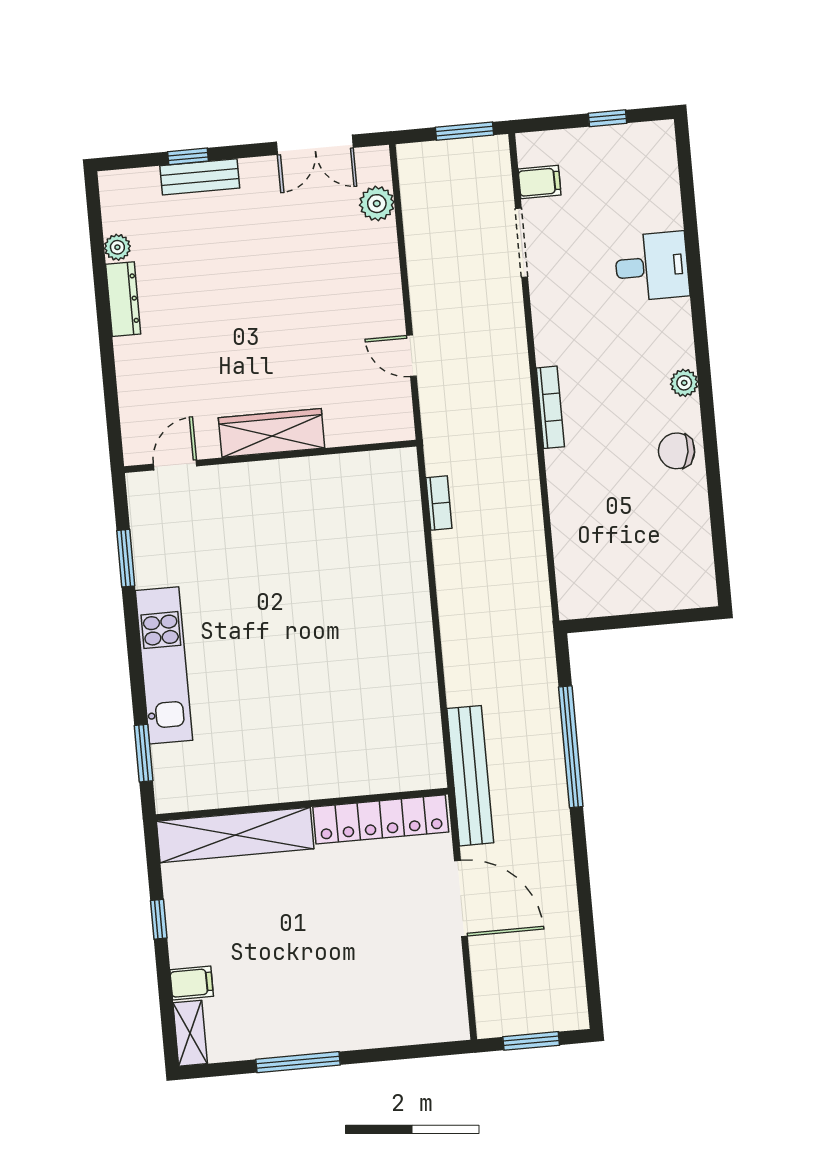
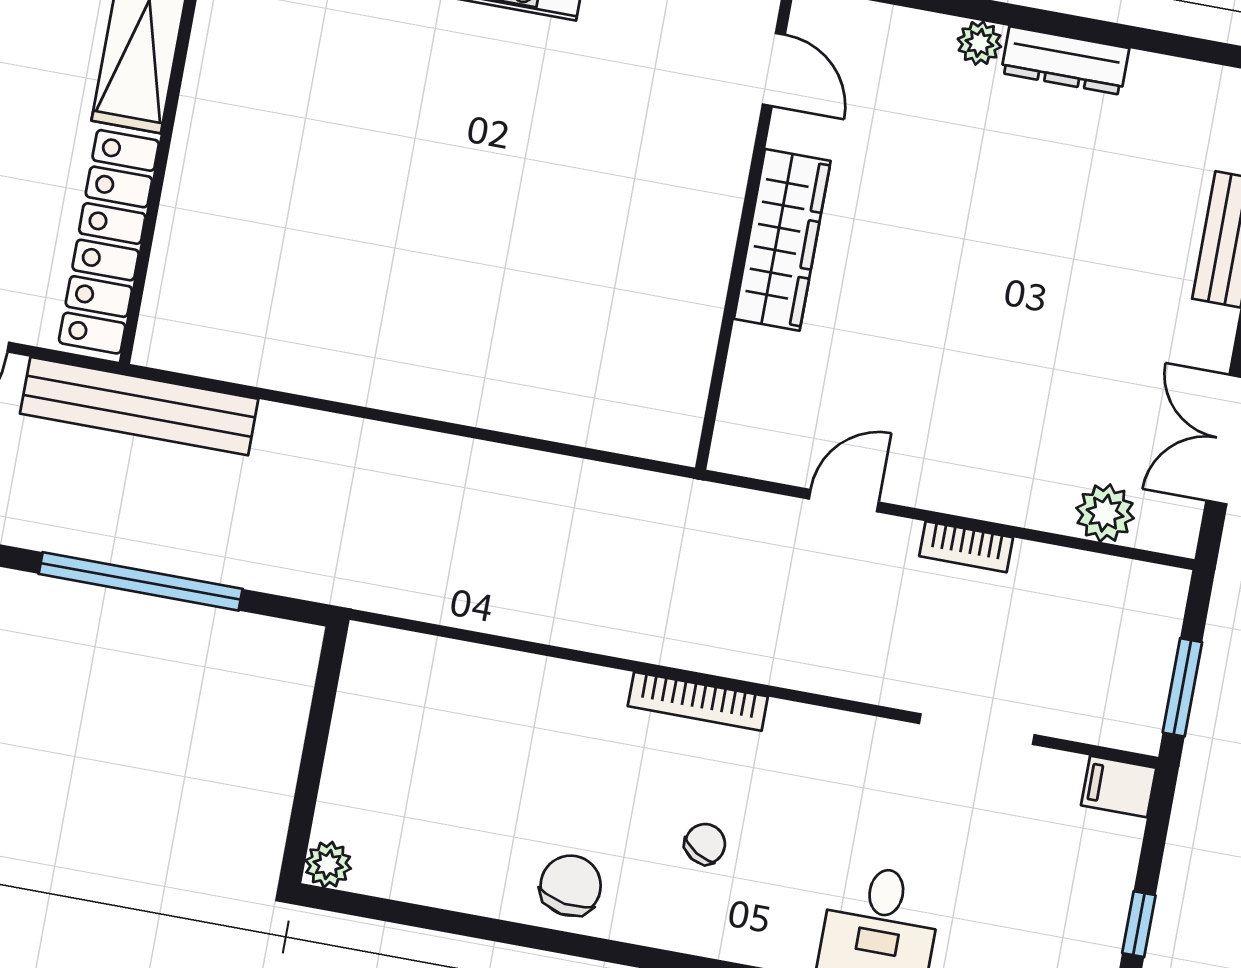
filing cabinet: (540, 182) -> (1119, 787), moved, turned 90
plant: (117, 247) -> (979, 43), moved
chair: (631, 380) -> (705, 844), added
plant: (684, 383) -> (328, 865), moved
bookcase: (439, 503) -> (966, 547), moved

